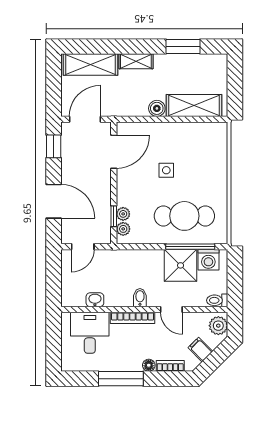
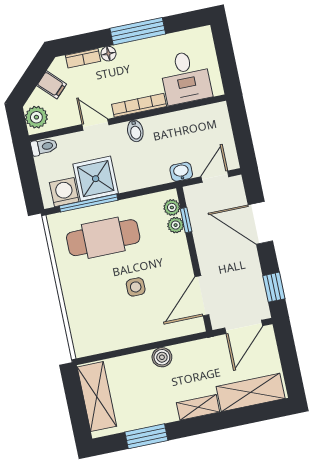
shelving: (194, 105) -> (97, 397), moved, turned 90
washbasin: (95, 300) -> (181, 172), moved, turned 180

